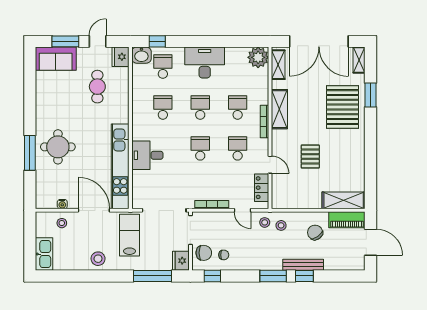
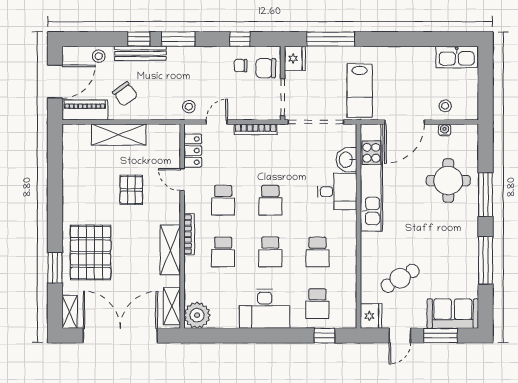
washbasin: (141, 55) -> (346, 160), moved, turned -90
cafe table: (97, 87) -> (400, 278), turned 59
window: (30, 101) -> (486, 260), added
round table: (58, 147) -> (448, 181), moved
shelving: (344, 200) -> (119, 135), moved
door: (94, 210) -> (405, 122), hinge flipped
door: (243, 210) -> (217, 122), hinge flipped
stool: (281, 225) -> (99, 56), moved
door: (371, 242) -> (55, 82), swing flipped
kitchen sink: (44, 254) -> (457, 57), moved, turned -90
stool: (98, 259) -> (399, 61), removed
window: (212, 276) -> (240, 39), moved

